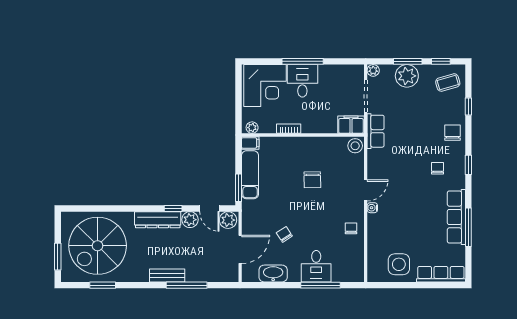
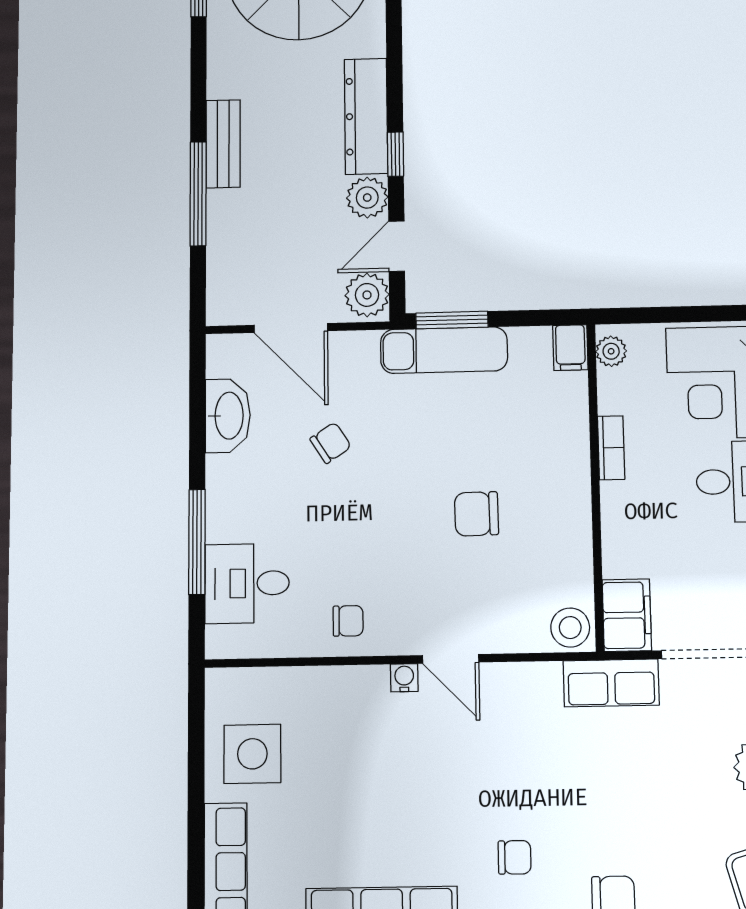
exam couch: (250, 175) -> (444, 350), moved
desk: (316, 266) -> (247, 583), moved

